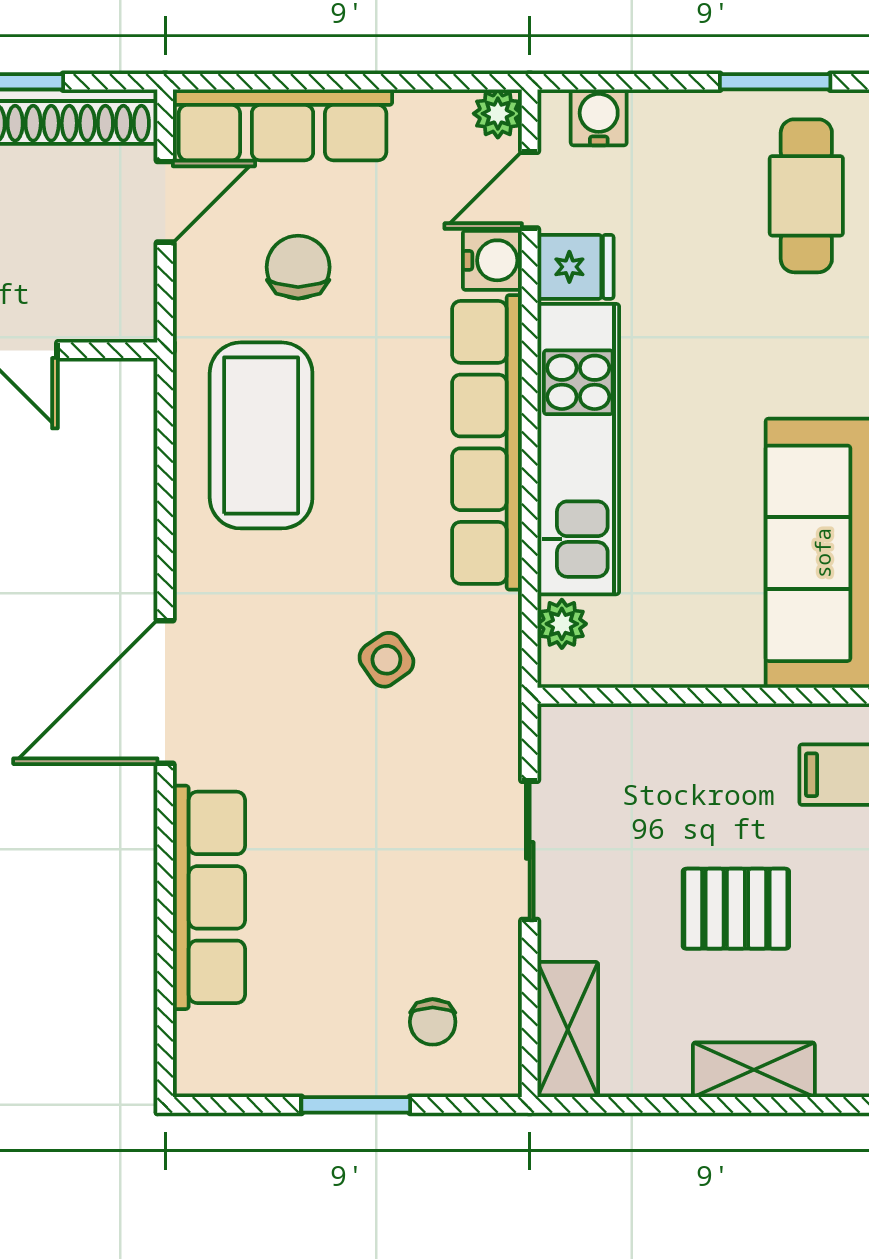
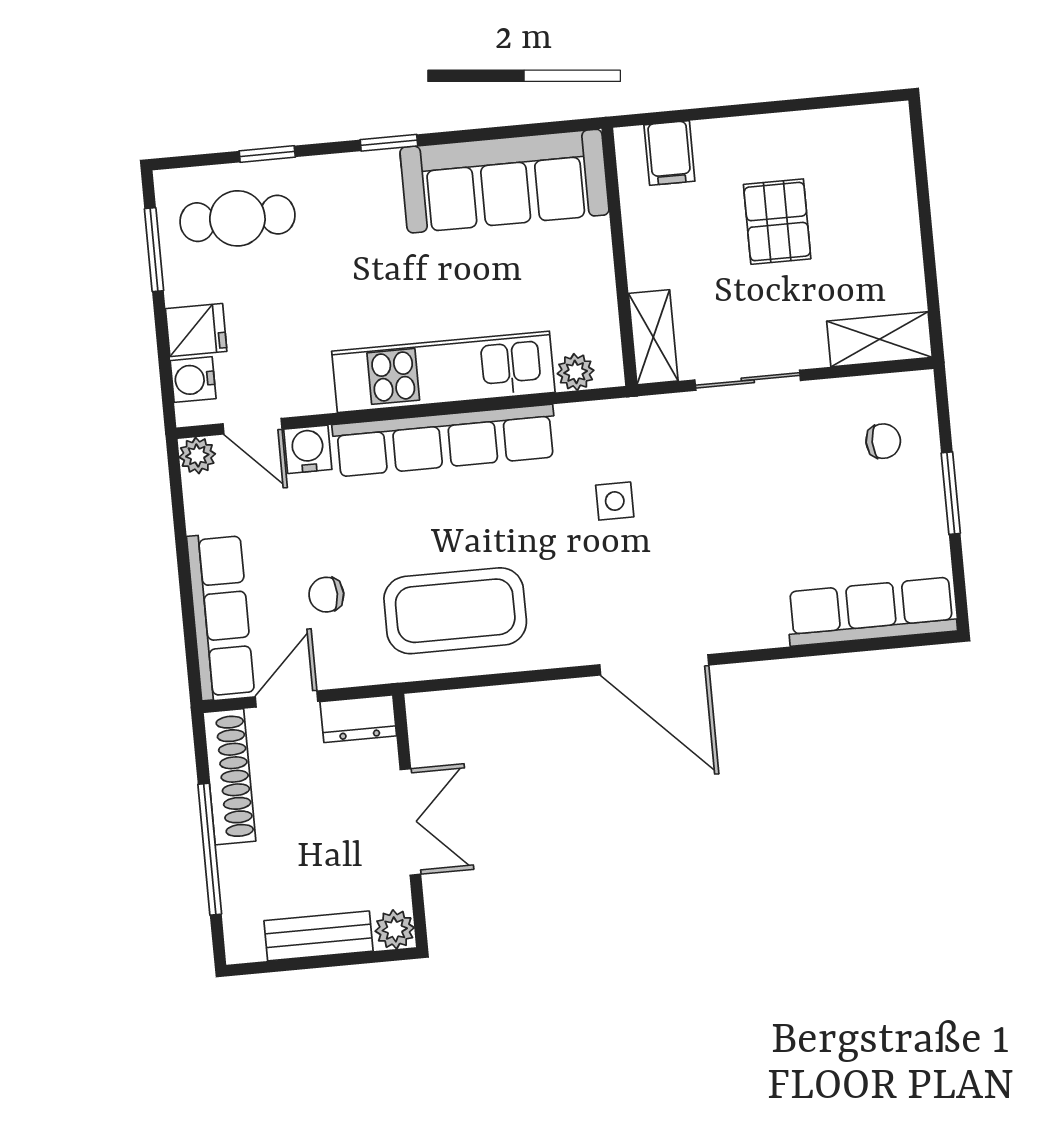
door: (165, 202) -> (287, 699), hinge flipped
chair: (298, 267) -> (326, 595), width x0.73, depth x0.73
fridge: (575, 267) -> (196, 330), moved, turned 90
dresser: (130, 294) -> (358, 719), added
side table: (386, 660) -> (615, 501), turned 35
row of seats: (209, 897) -> (871, 612), moved
shelving: (754, 1070) -> (653, 337), moved

